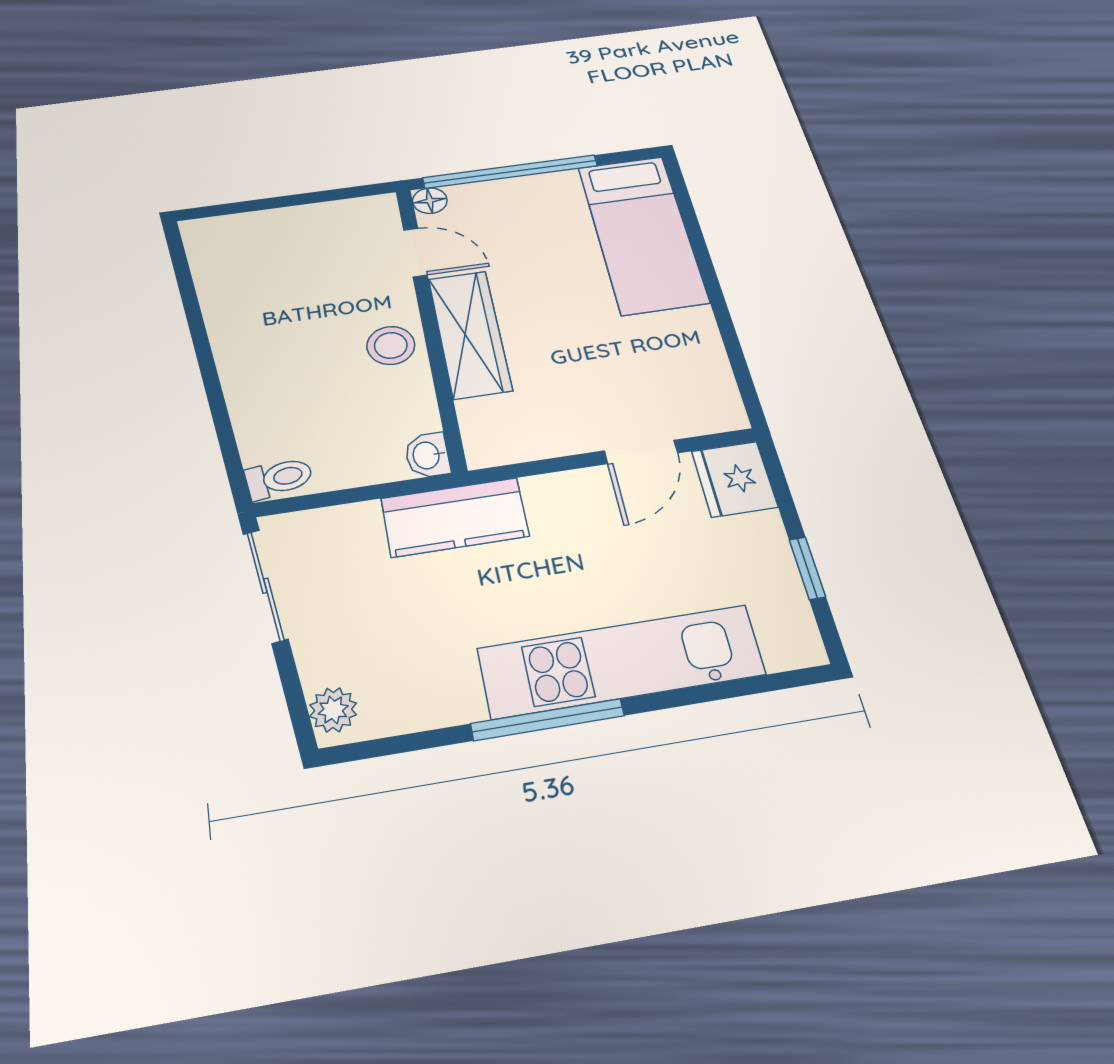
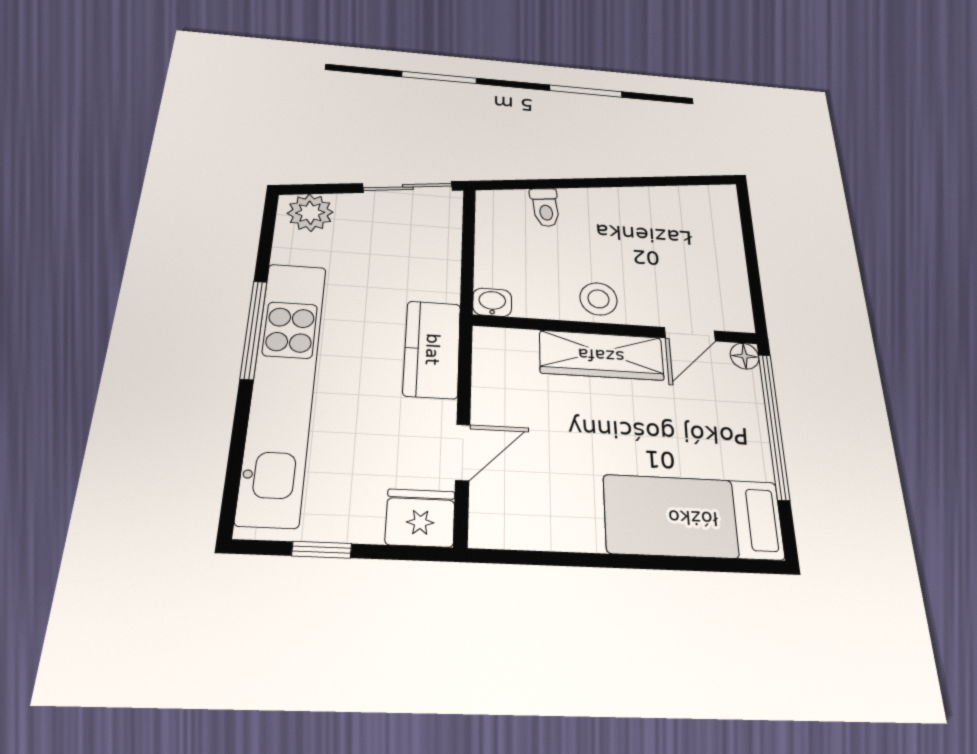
door: (641, 452) -> (463, 452), swing flipped
toilet: (279, 478) -> (545, 207), moved
kitchen counter: (455, 517) -> (432, 349), moved
kitchen unit: (621, 661) -> (283, 388), width x1.36
plant: (333, 710) -> (310, 213), width x1.38, depth x1.38

